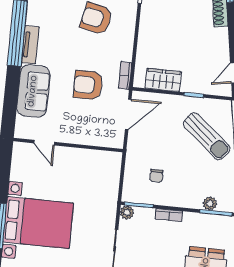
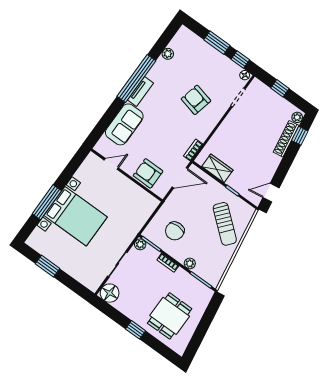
armchair: (88, 85) -> (148, 173), moved
door: (44, 143) -> (111, 164), swing flipped
chair: (156, 176) -> (175, 231), width x1.87, depth x1.87
plant: (210, 203) -> (190, 263), moved

